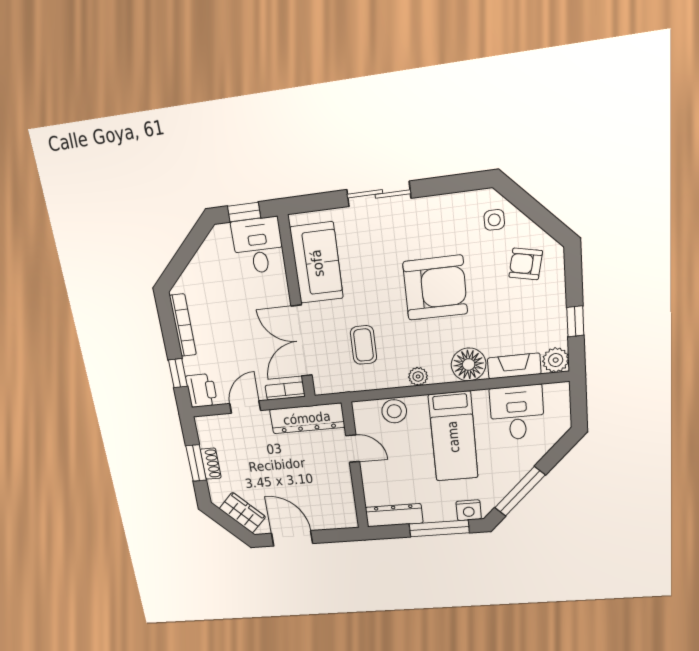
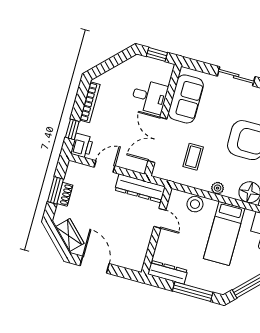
desk: (258, 246) -> (149, 97), moved, turned 90
bookcase: (285, 391) -> (134, 166), removed
nightstand: (469, 510) -> (216, 286), removed

